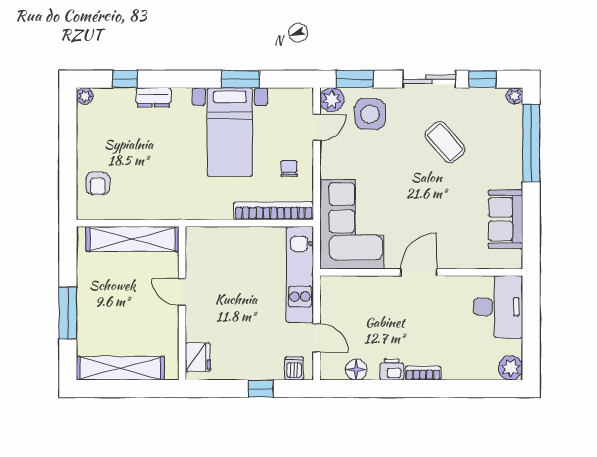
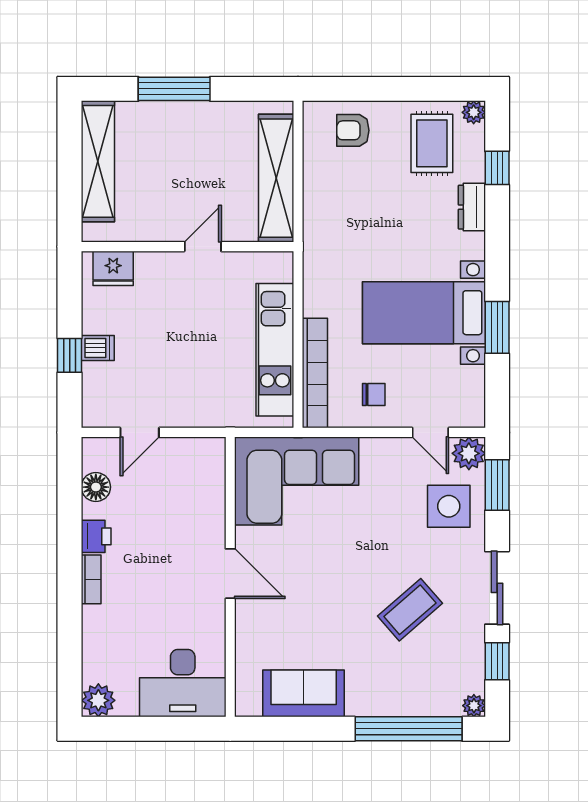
rug: (107, 126) -> (432, 143), added
kitchen unit: (300, 274) -> (275, 350), moved, turned -90
dishwasher: (294, 368) -> (98, 348), moved

